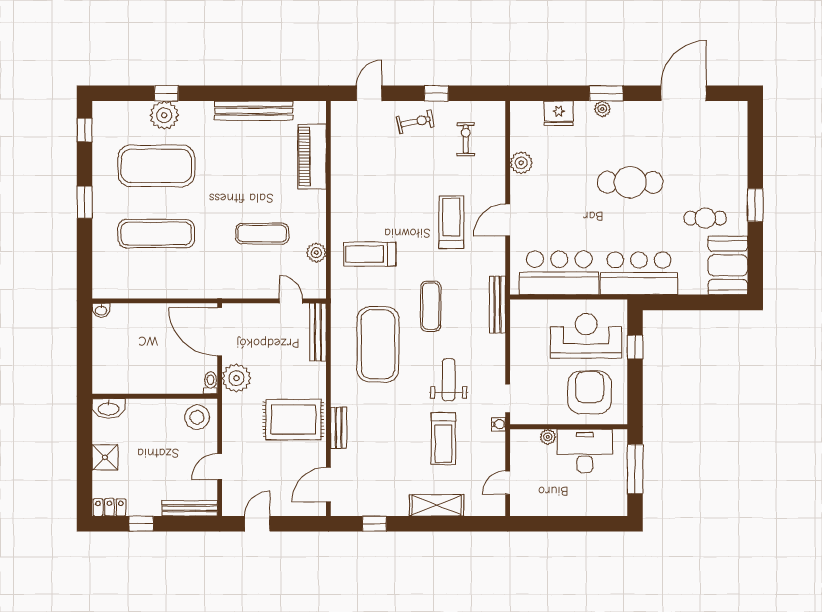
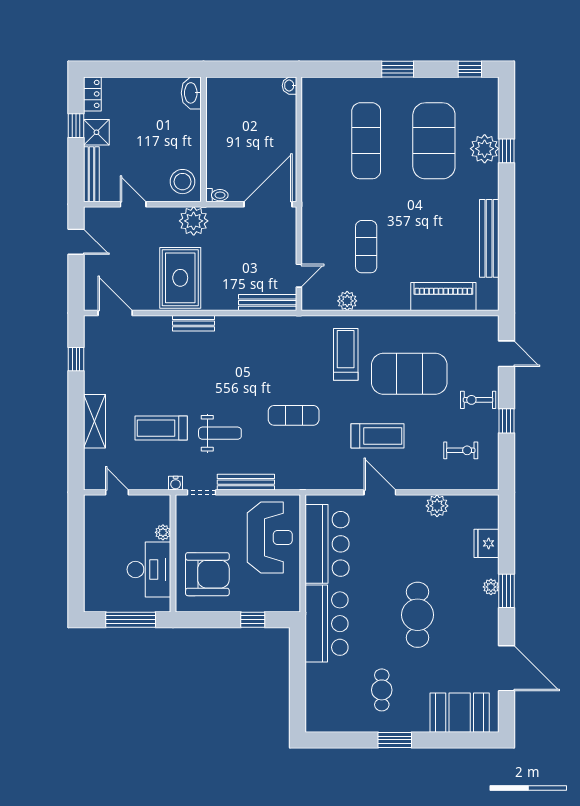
exercise bike: (415, 122) -> (478, 400), turned 102
booth: (728, 265) -> (460, 713), moved
bench: (497, 305) -> (246, 482), moved
reception desk: (586, 336) -> (270, 537), moved
exercise mat: (378, 344) -> (409, 374), moved
plant: (236, 378) -> (194, 221), moved
bench: (339, 428) -> (194, 323), moved
shower: (105, 457) -> (96, 132), moved

